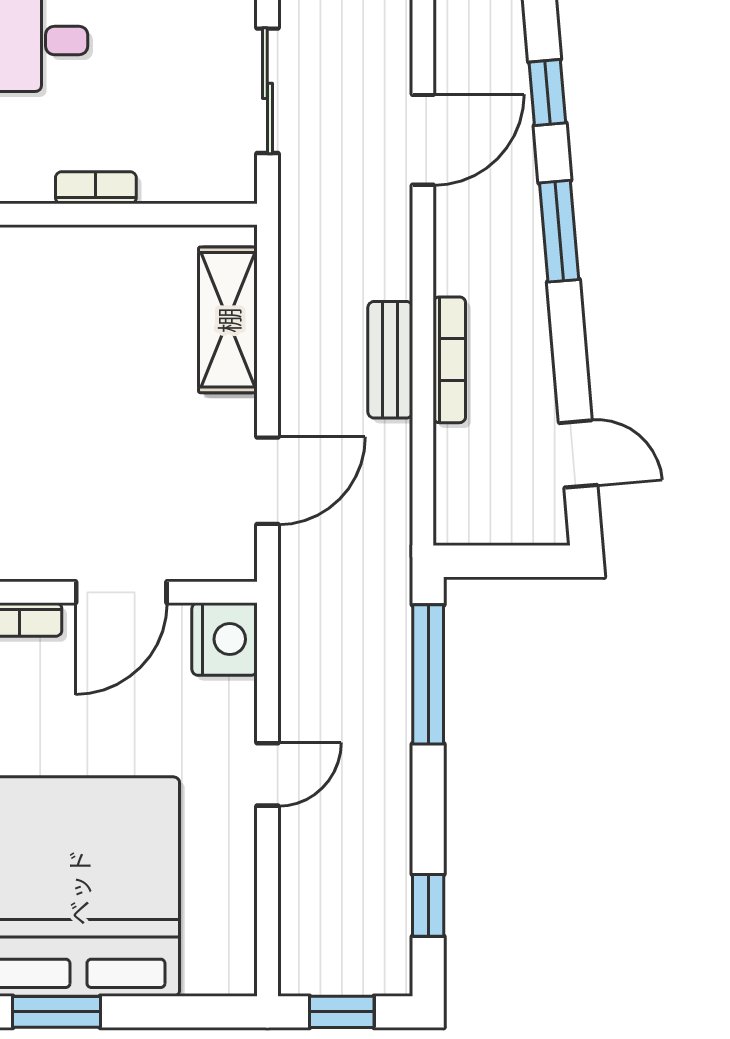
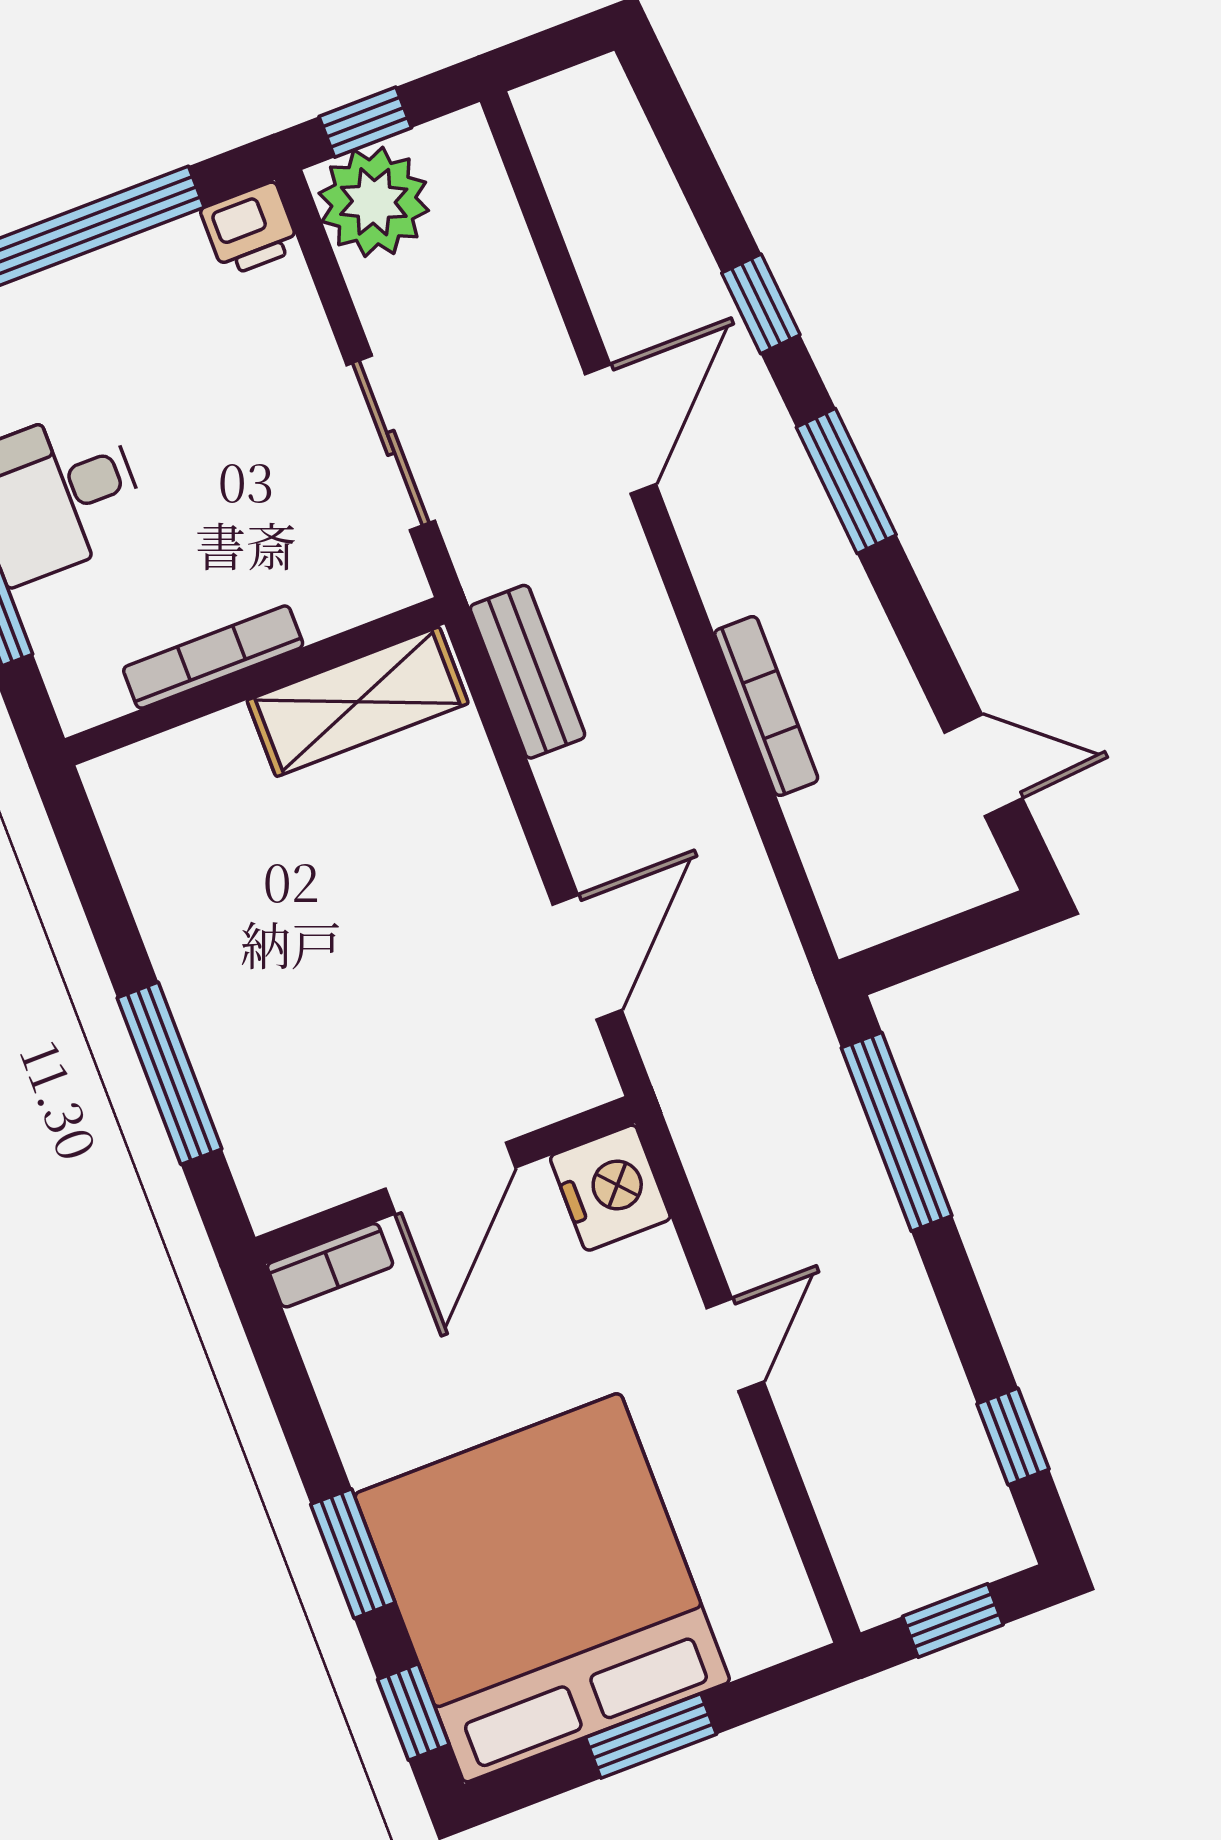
bookcase: (96, 188) -> (213, 657), width x1.56
shelving: (228, 320) -> (358, 702), moved, turned 90
bench: (390, 360) -> (527, 672), moved
window: (56, 1012) -> (651, 1736), moved

